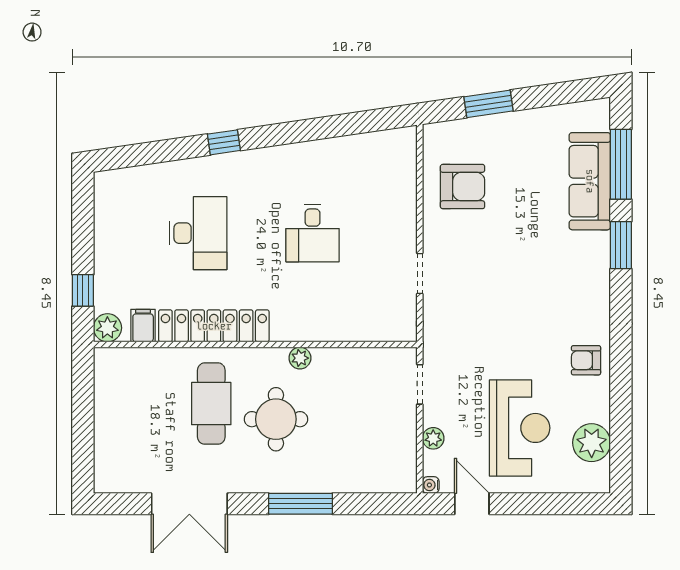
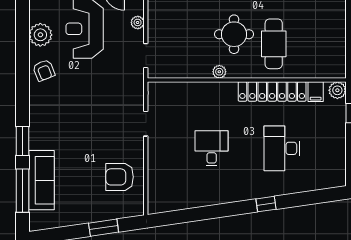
armchair: (586, 360) -> (44, 70), turned 68
plant: (592, 443) -> (40, 35), moved

